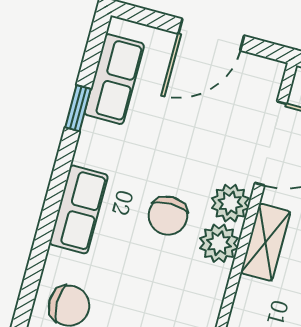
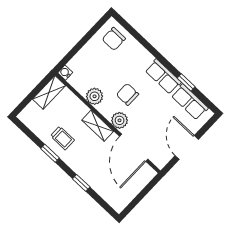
row of seats: (79, 209) -> (163, 76), moved
plant: (219, 243) -> (95, 96), moved

